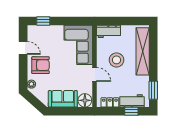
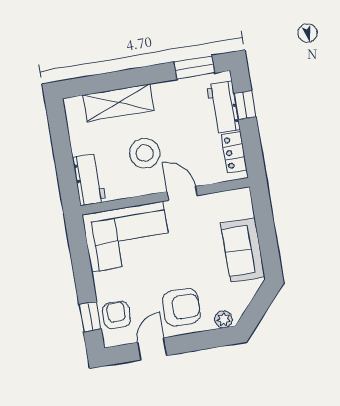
armchair: (42, 34) -> (116, 315), added
shelving: (143, 51) -> (118, 103), width x0.68
armchair: (41, 65) -> (181, 307), turned 90
door: (94, 74) -> (182, 193), hinge flipped
floor lamp: (85, 100) -> (238, 204), removed

